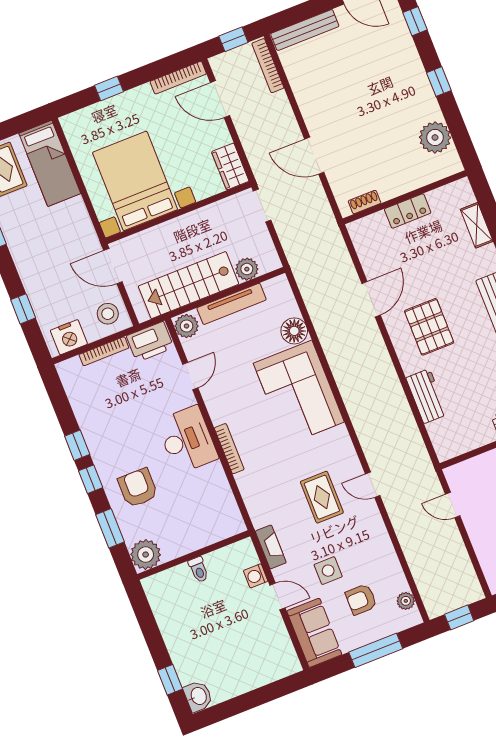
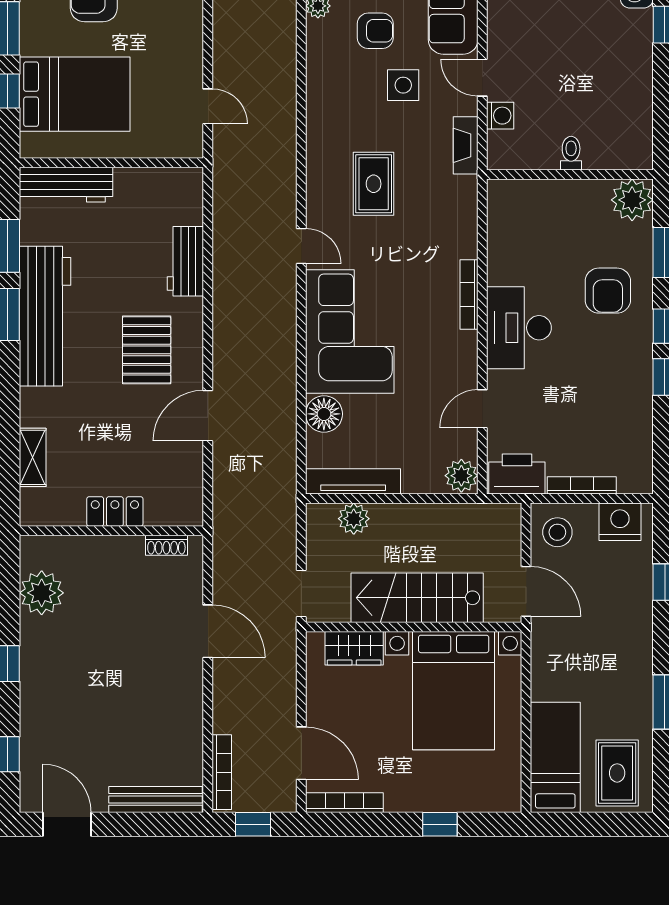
wardrobe: (230, 166) -> (354, 648), moved, turned 90
stairs: (189, 285) -> (417, 598), moved, turned 180
tv unit: (232, 304) -> (353, 481), moved
door: (373, 485) -> (301, 246), moved

